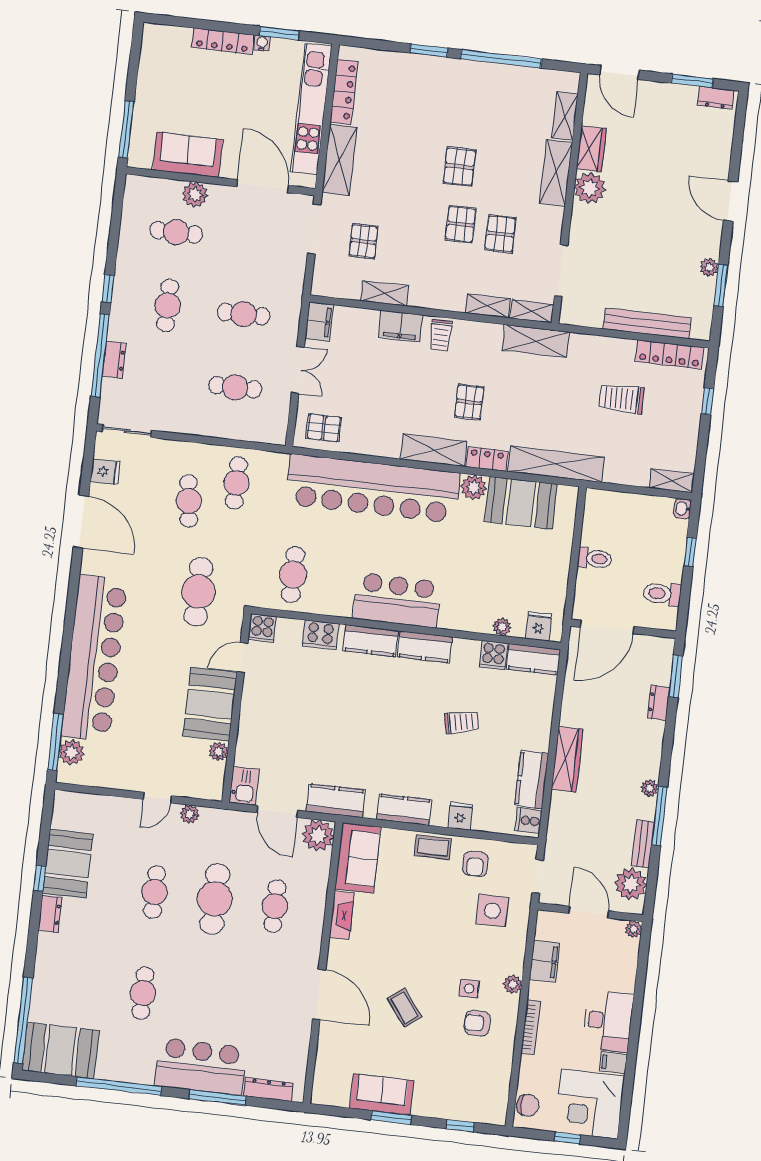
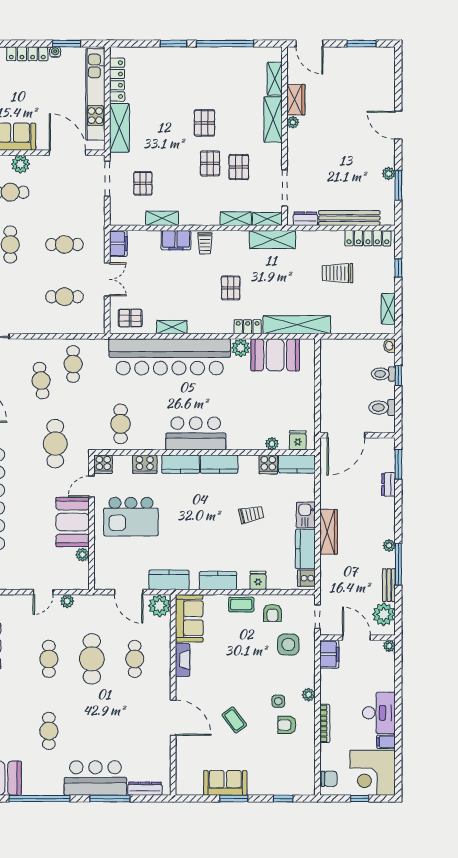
dresser: (716, 98) -> (305, 219), moved, turned 180
plant: (590, 188) -> (293, 122), width x0.53, depth x0.53
shelving: (434, 450) -> (172, 327), moved, width x0.67, depth x0.75
shelving: (672, 481) -> (388, 309), moved, turned 90
toilet: (595, 559) -> (383, 374), moved, turned 180
kitchen island: (293, 706) -> (131, 517), added
kitchen sink: (244, 786) -> (306, 515), moved, turned 180
filing cabinet: (545, 961) -> (329, 654), moved

